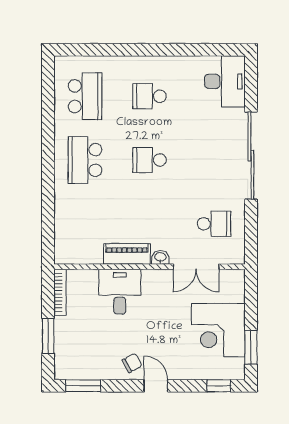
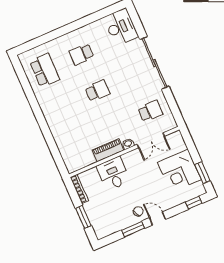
school desk: (85, 160) -> (61, 107), removed
school desk: (150, 160) -> (97, 91), turned 180
window: (83, 386) -> (133, 229), moved

